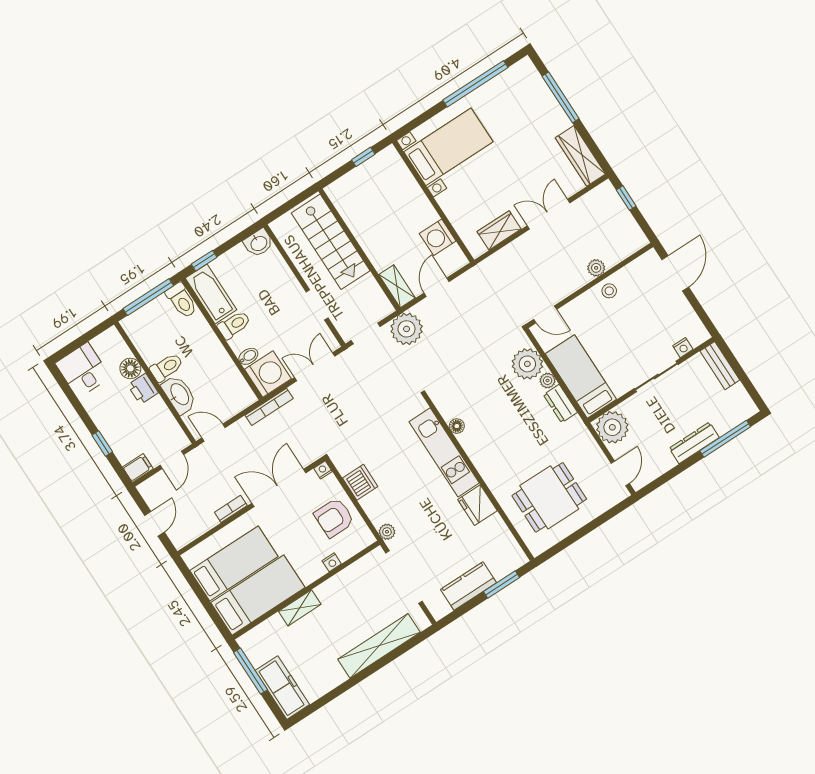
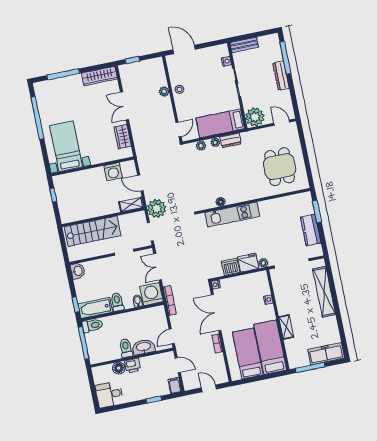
plant: (527, 364) -> (201, 146), width x0.53, depth x0.53
fridge: (477, 505) -> (248, 263), moved, turned 180
armchair: (334, 518) -> (244, 289), removed

